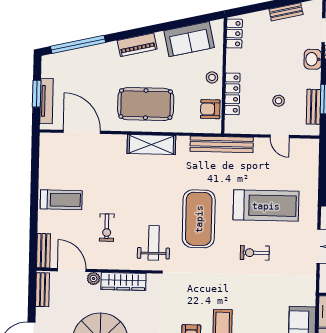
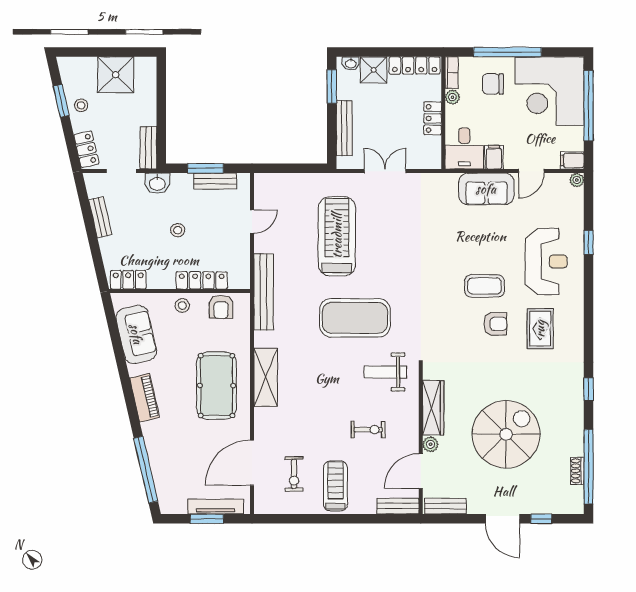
stool: (279, 101) -> (178, 230), moved
exercise bike: (255, 253) -> (294, 474), moved

